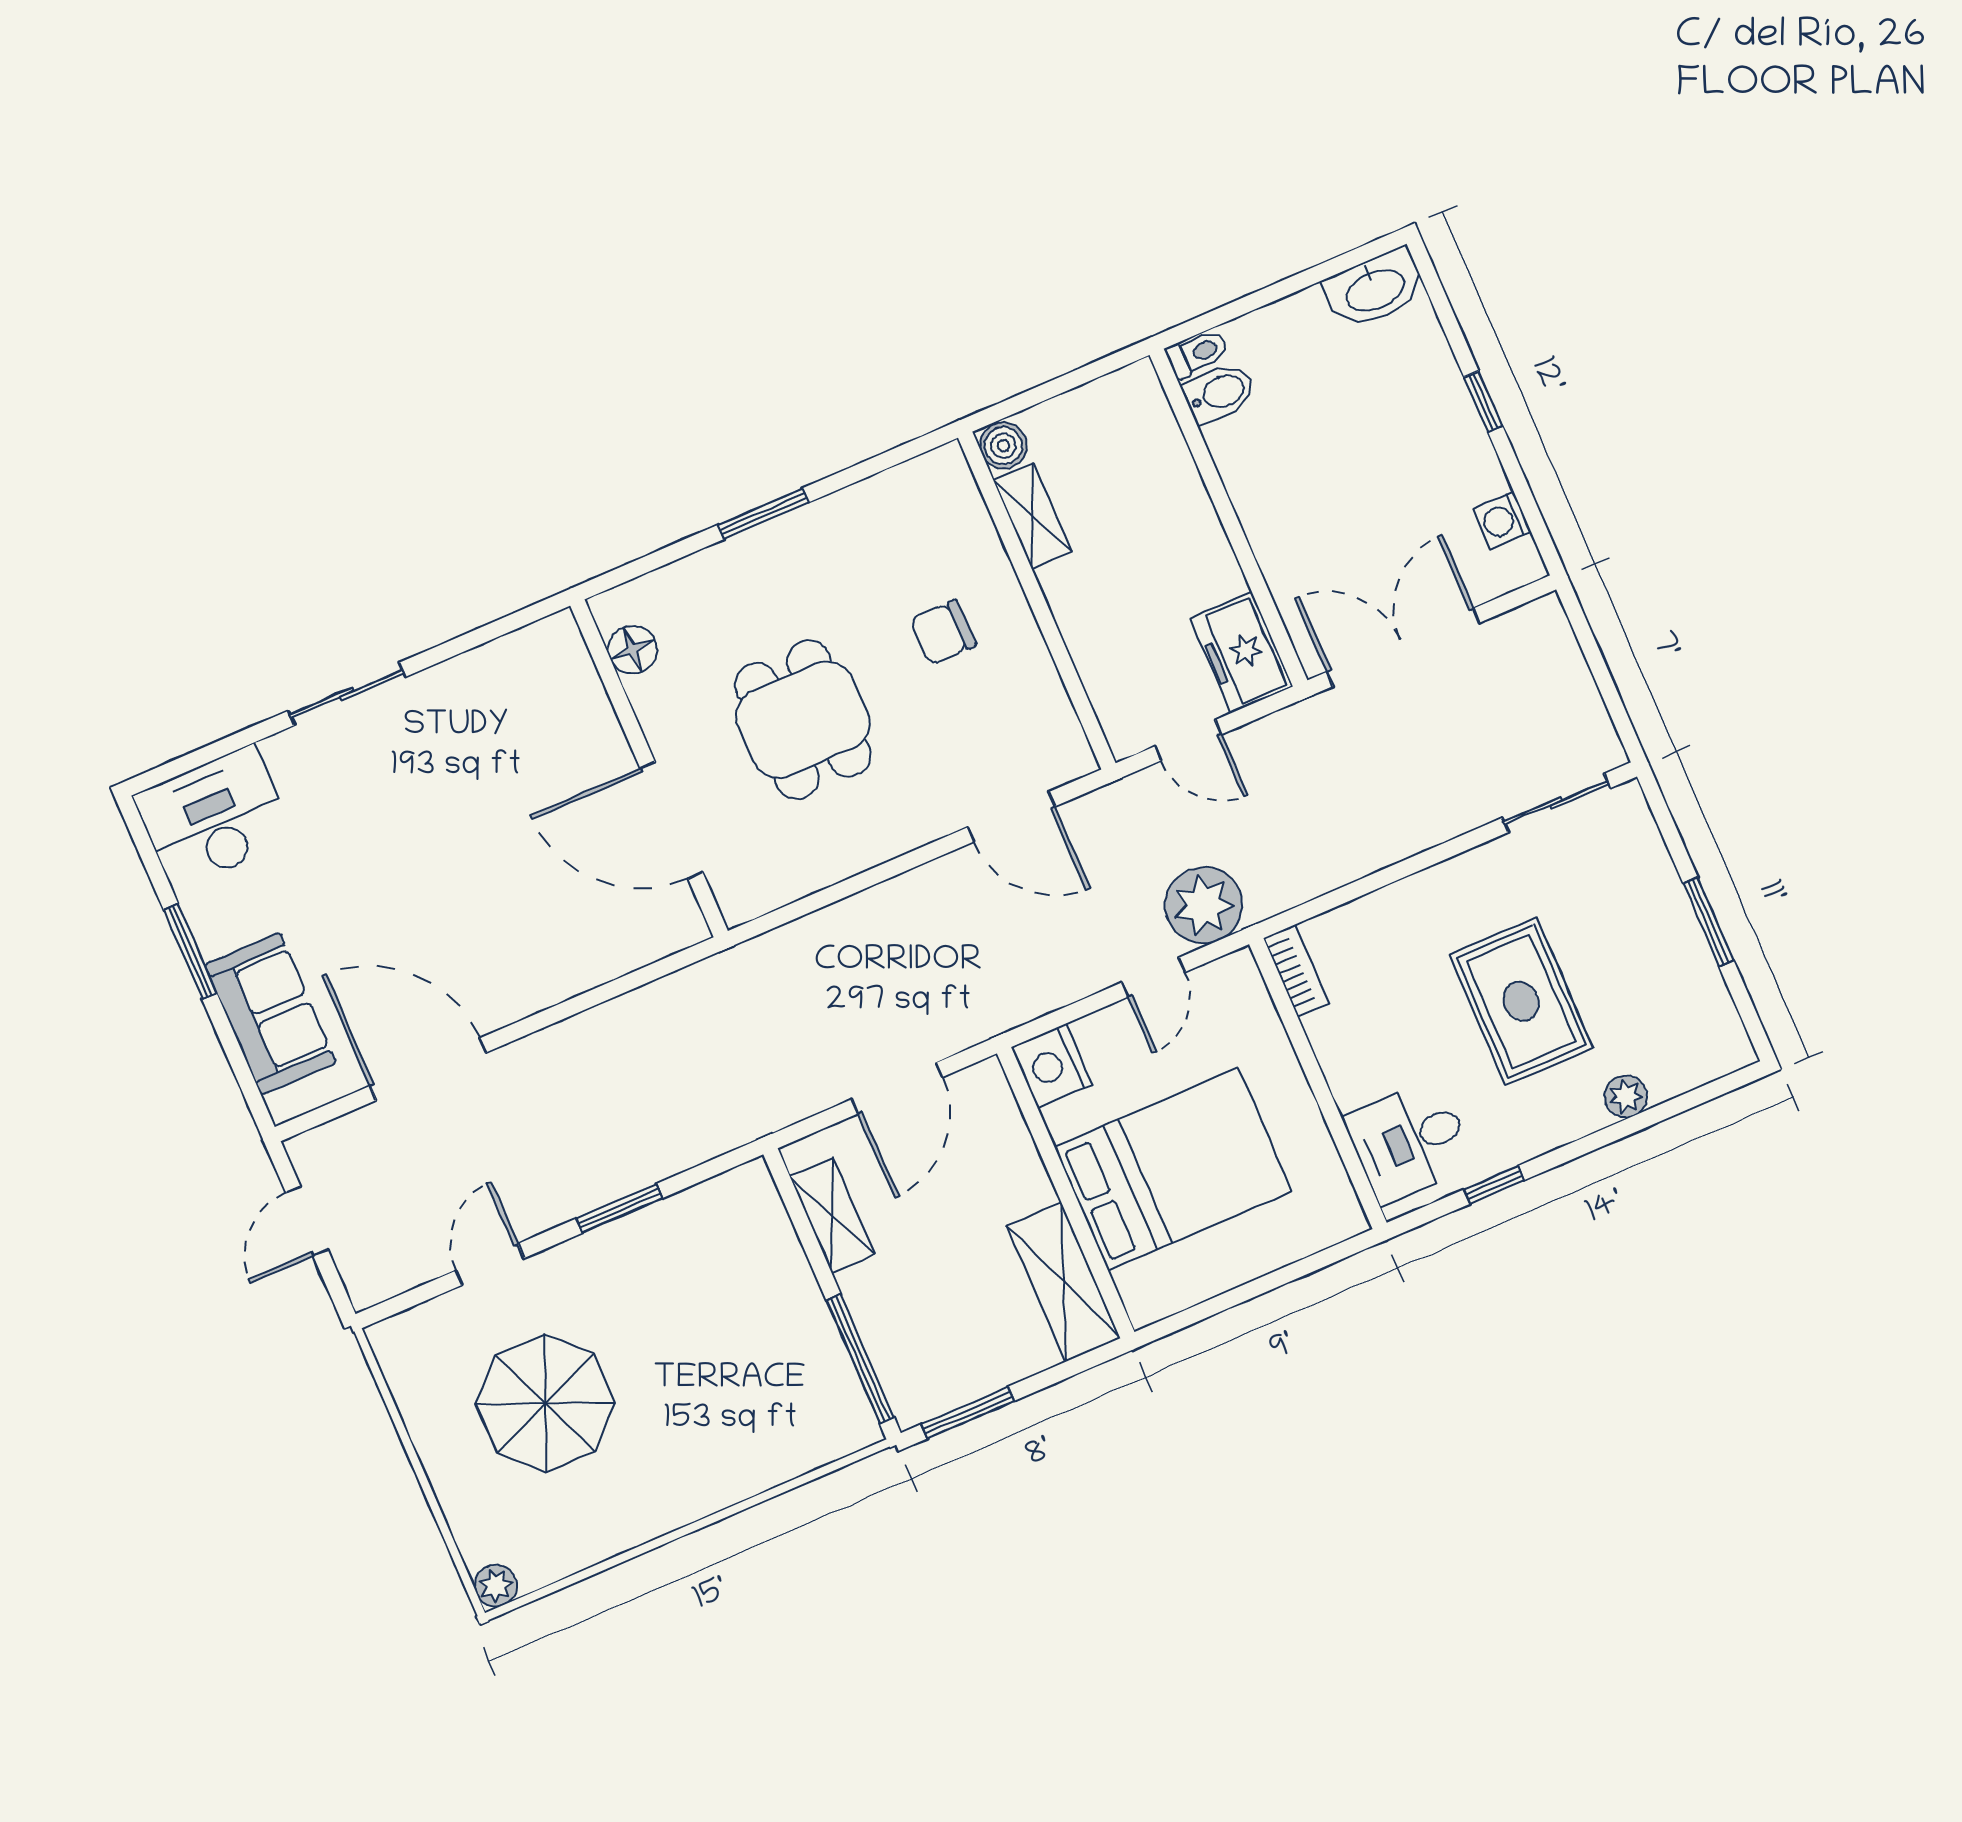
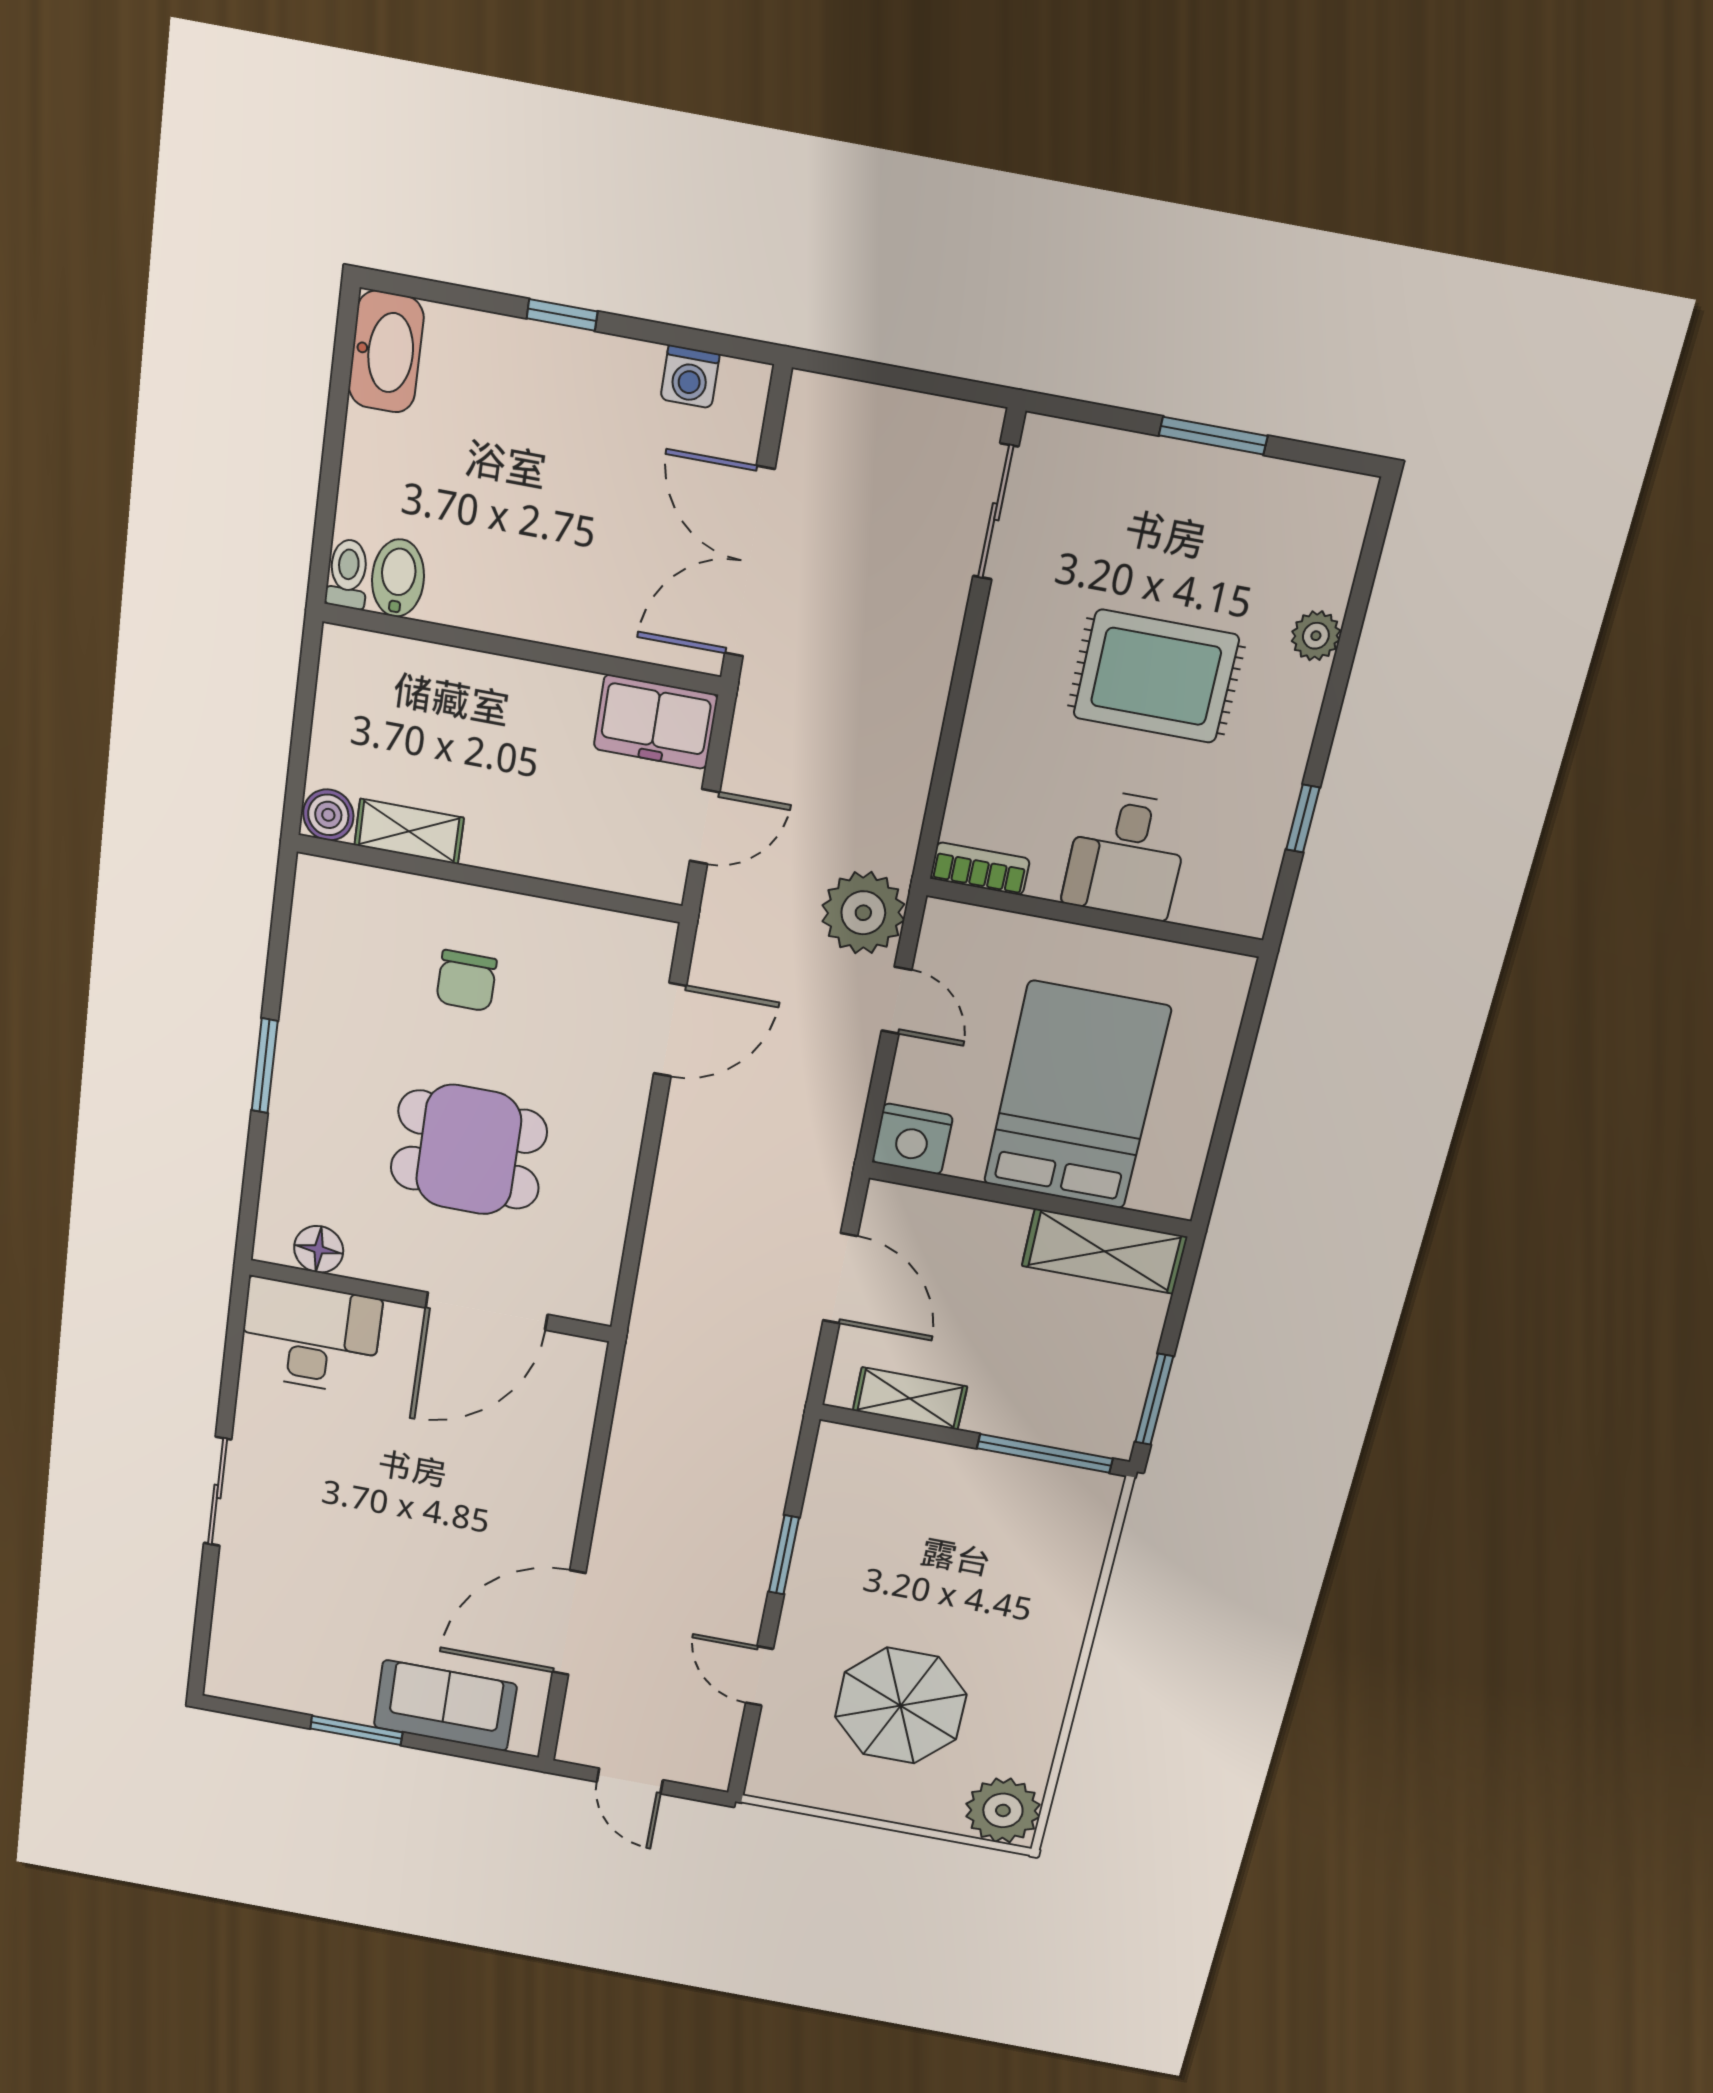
desk: (214, 817) -> (310, 1336), moved, turned 90
desk: (1409, 1141) -> (1126, 855), moved
plant: (496, 1586) -> (1003, 1810), width x1.88, depth x1.88

